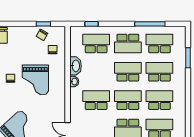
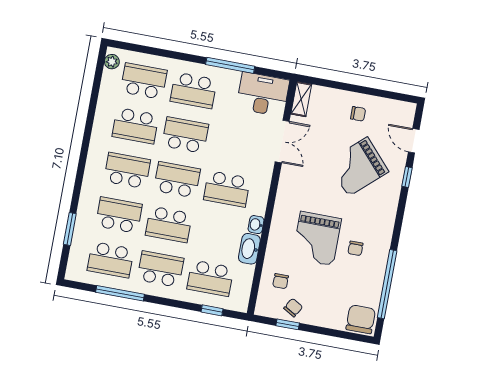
school desk: (159, 72) -> (119, 215), turned 180
grand piano: (35, 80) -> (317, 238), turned 180
school desk: (128, 100) -> (177, 180), turned 180
school desk: (159, 100) -> (127, 170), turned 180

